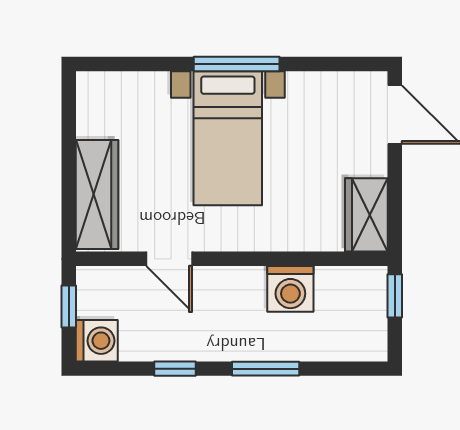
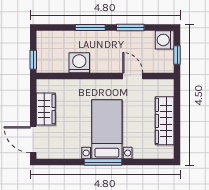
wardrobe: (97, 194) -> (165, 121), moved
wardrobe: (366, 215) -> (46, 109), moved
window: (175, 369) -> (130, 28), width x1.50

